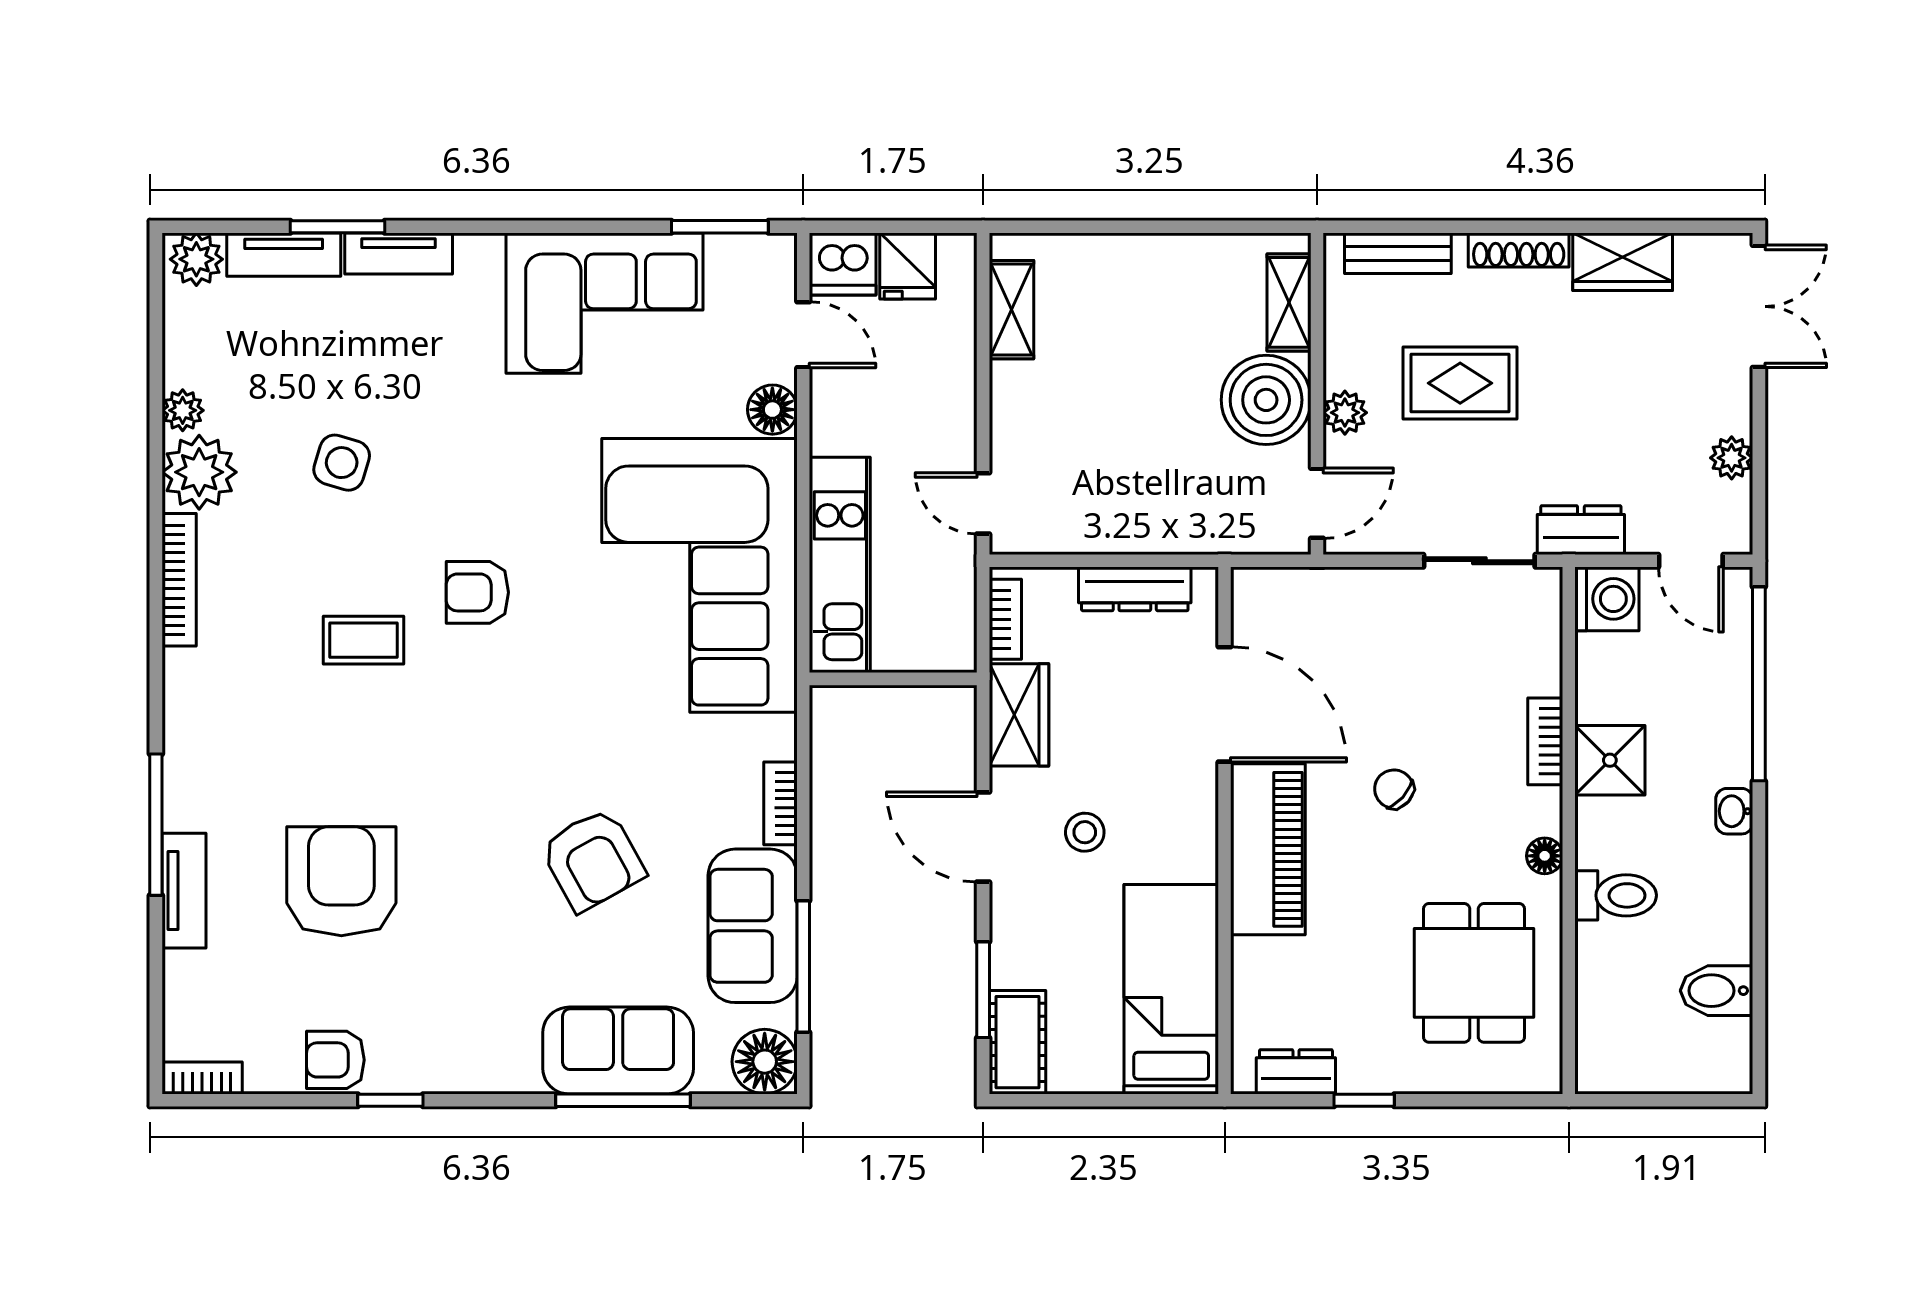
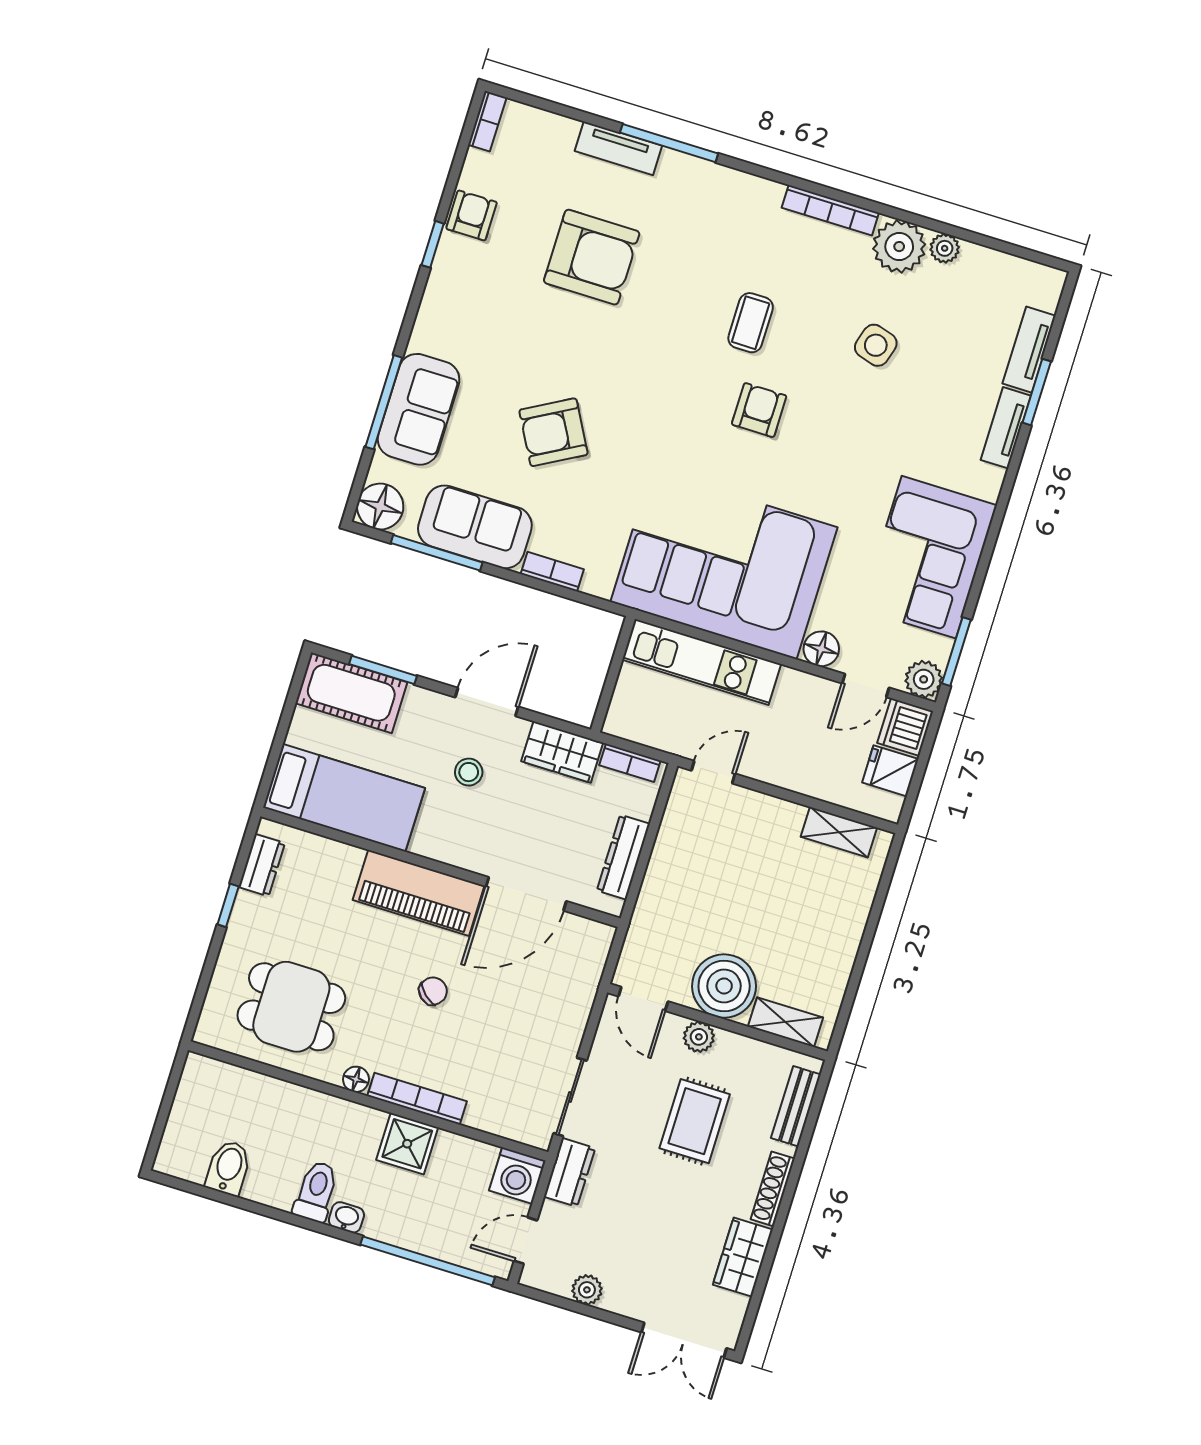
plant: (196, 259) -> (924, 679), moved
bookcase: (1545, 741) -> (417, 1099), width x1.56
toilet: (1616, 895) -> (316, 1191), moved, turned 180
cot: (1017, 1042) -> (351, 693), width x1.37, depth x1.34

